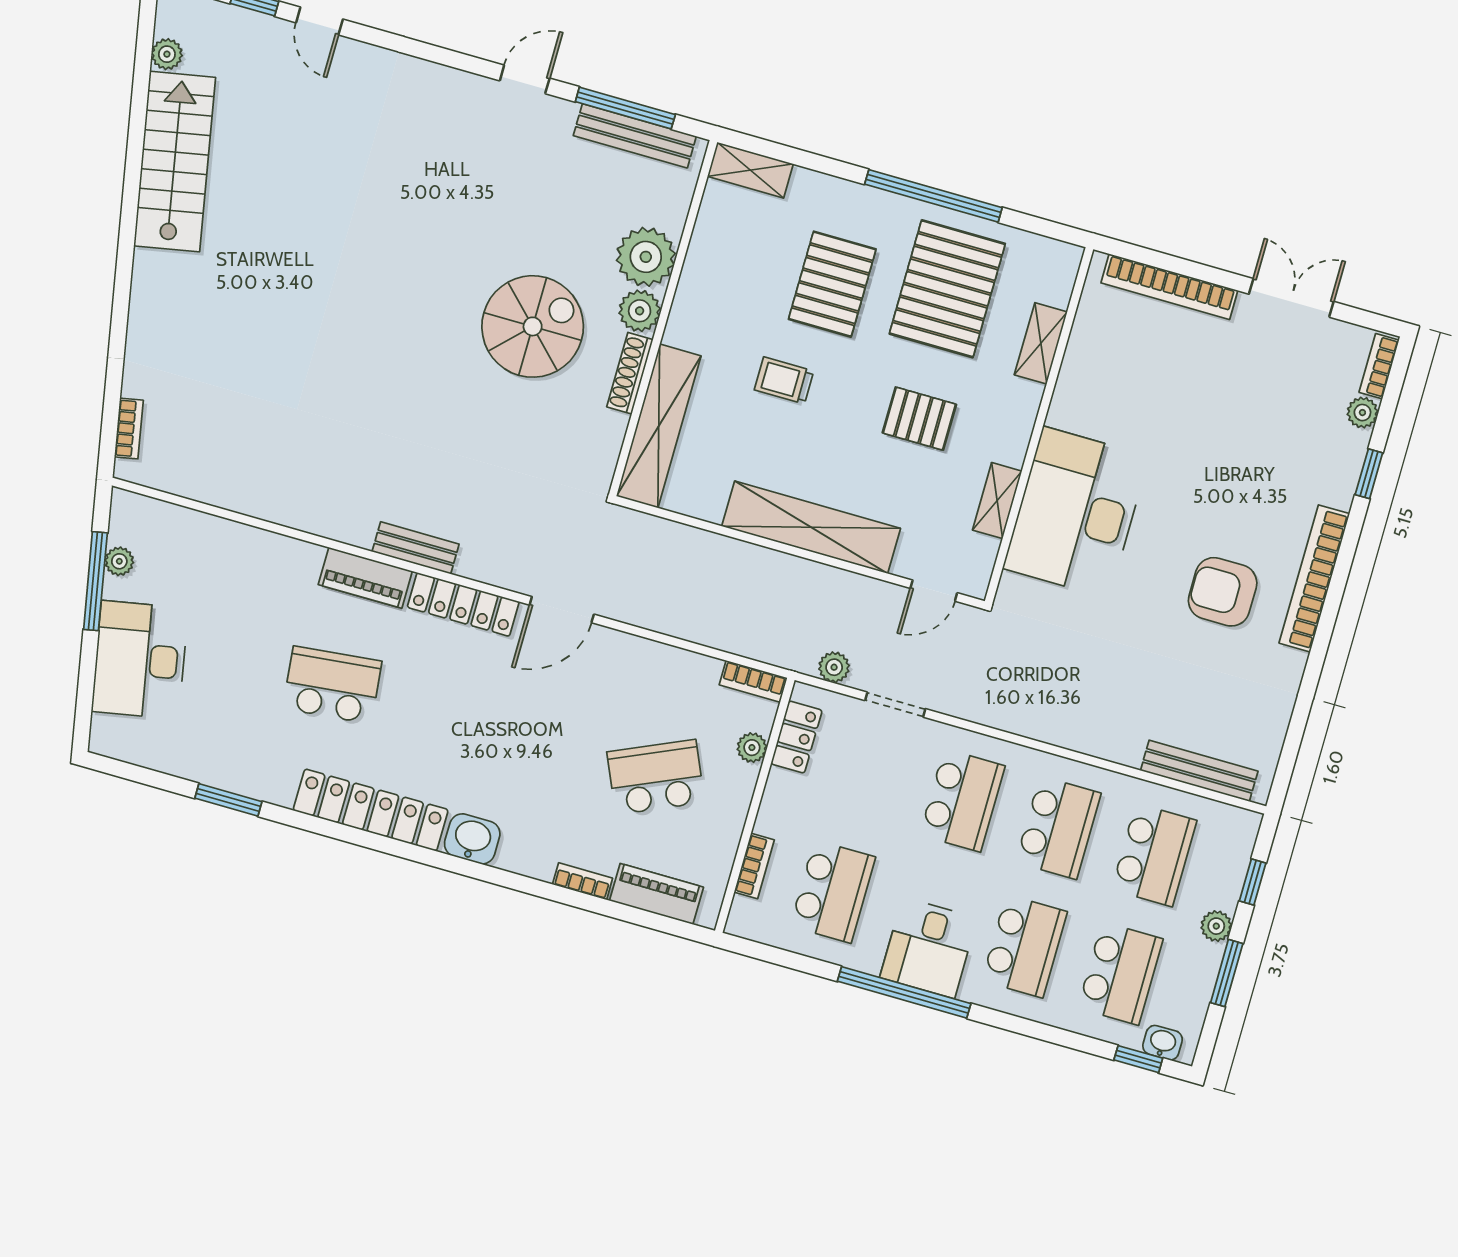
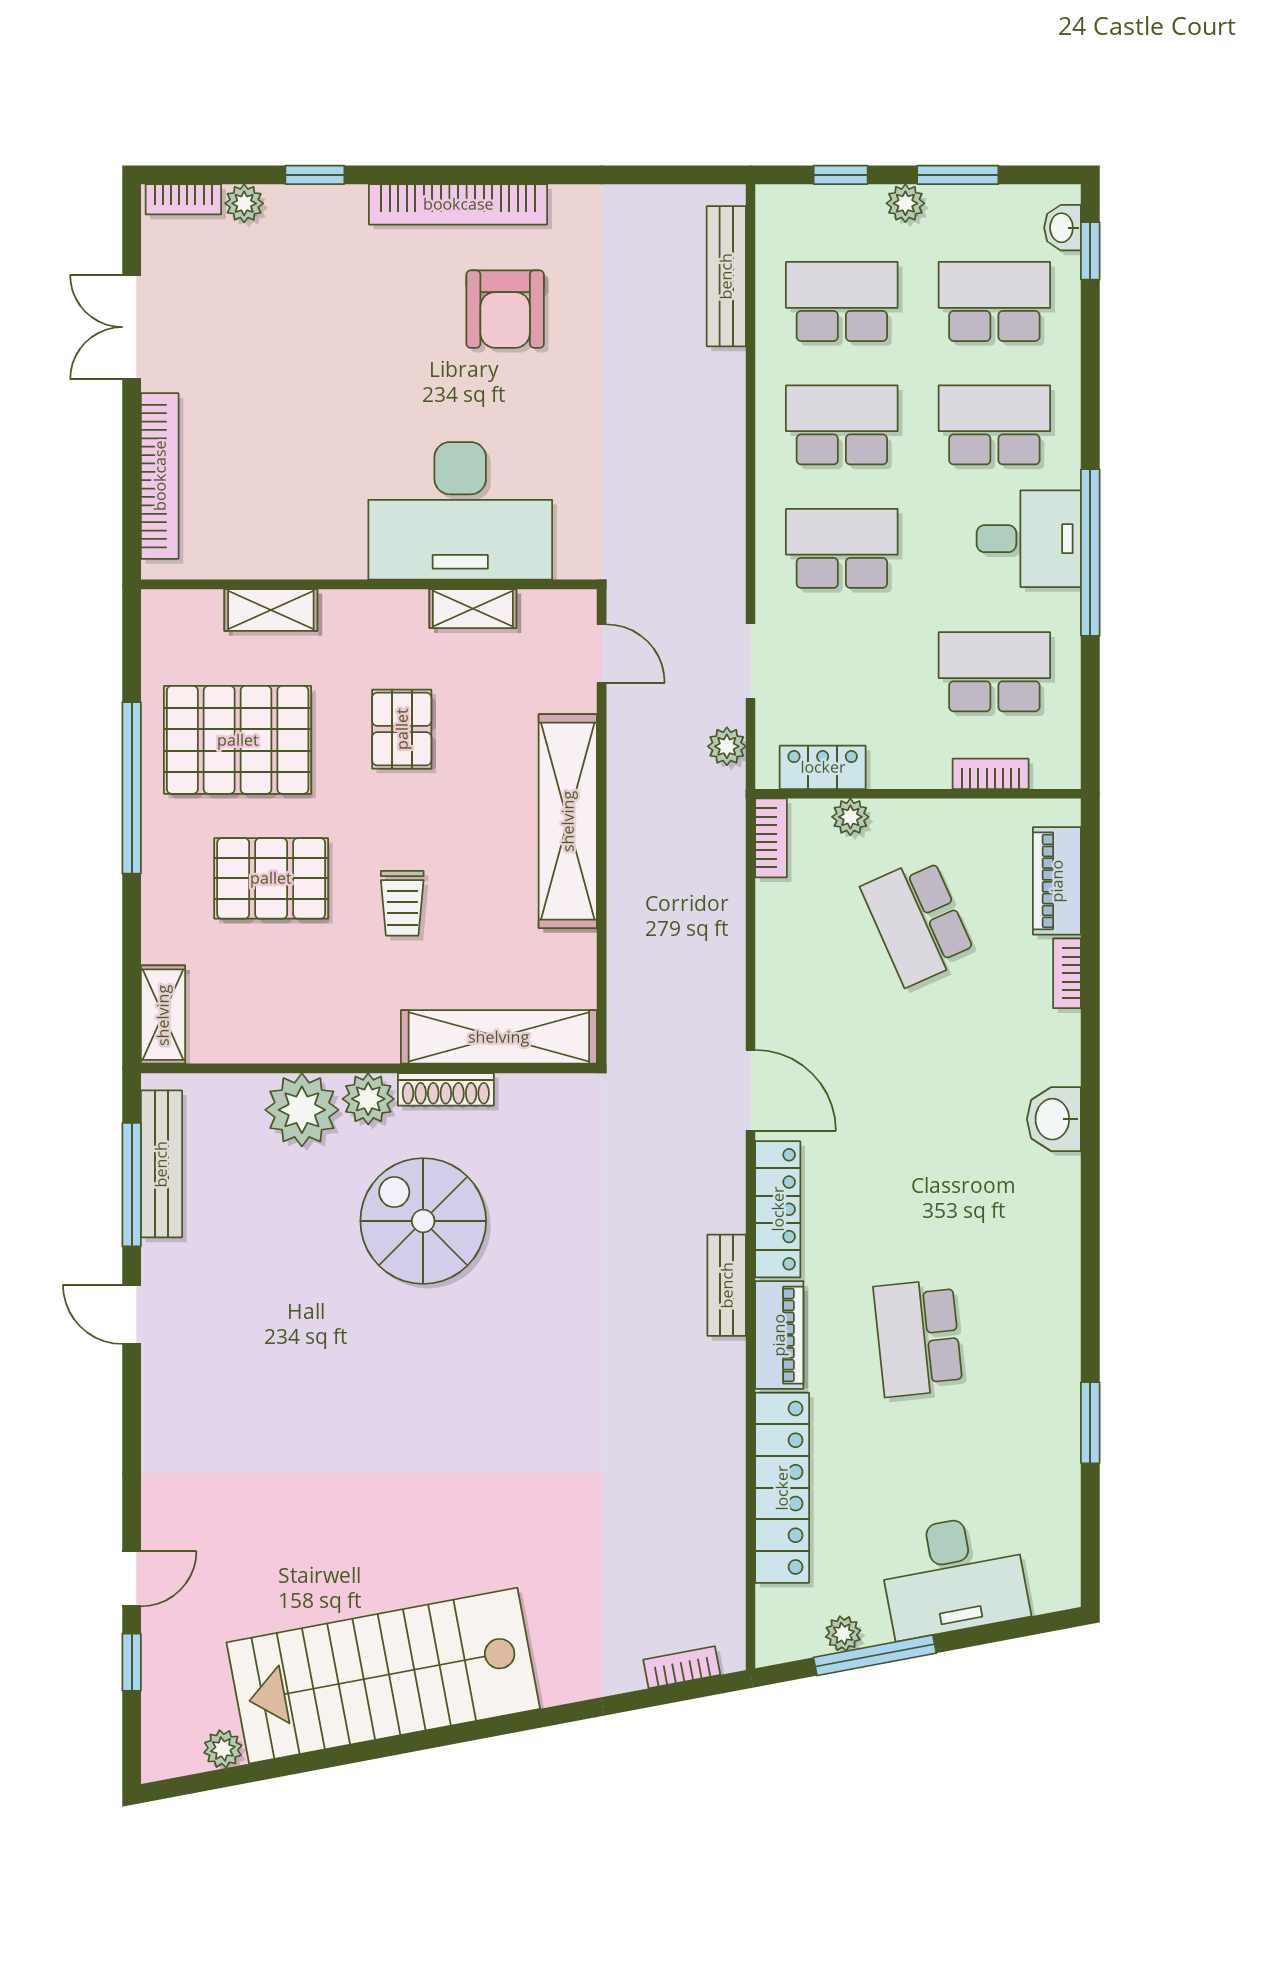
stairs: (175, 162) -> (383, 1676), width x1.36, depth x1.51
locker: (371, 810) -> (782, 1488), moved, turned 180

